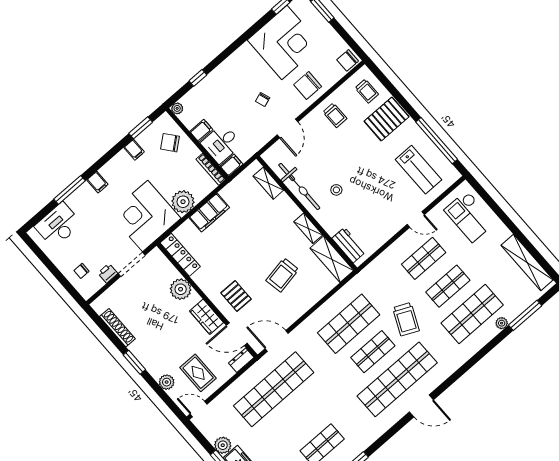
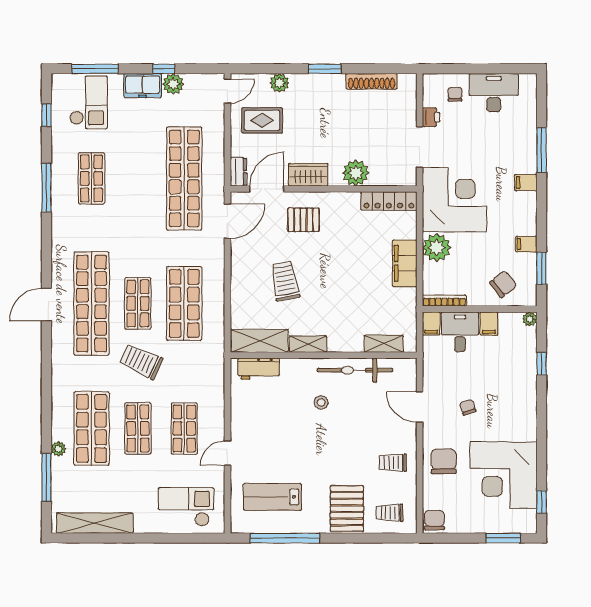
desk: (58, 225) -> (494, 93), moved, turned -90

